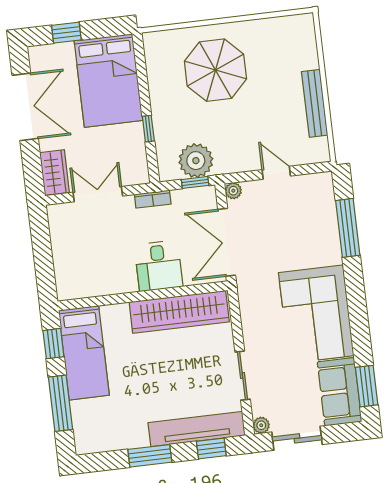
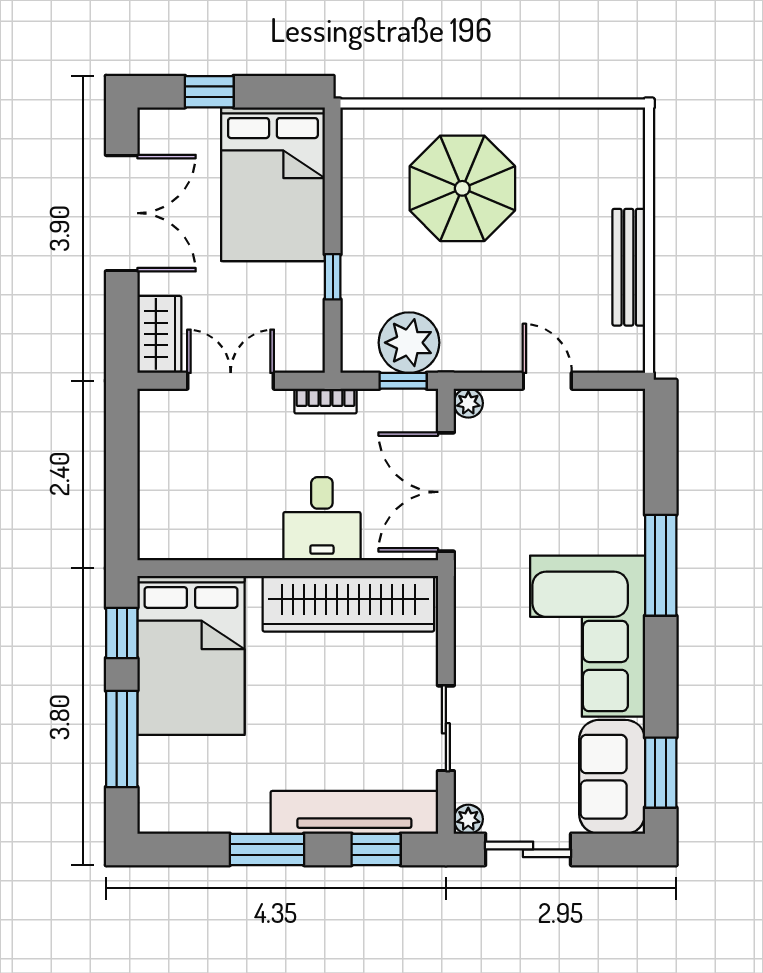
window: (348, 228) -> (661, 565), moved
bed: (84, 353) -> (191, 655), width x1.50

